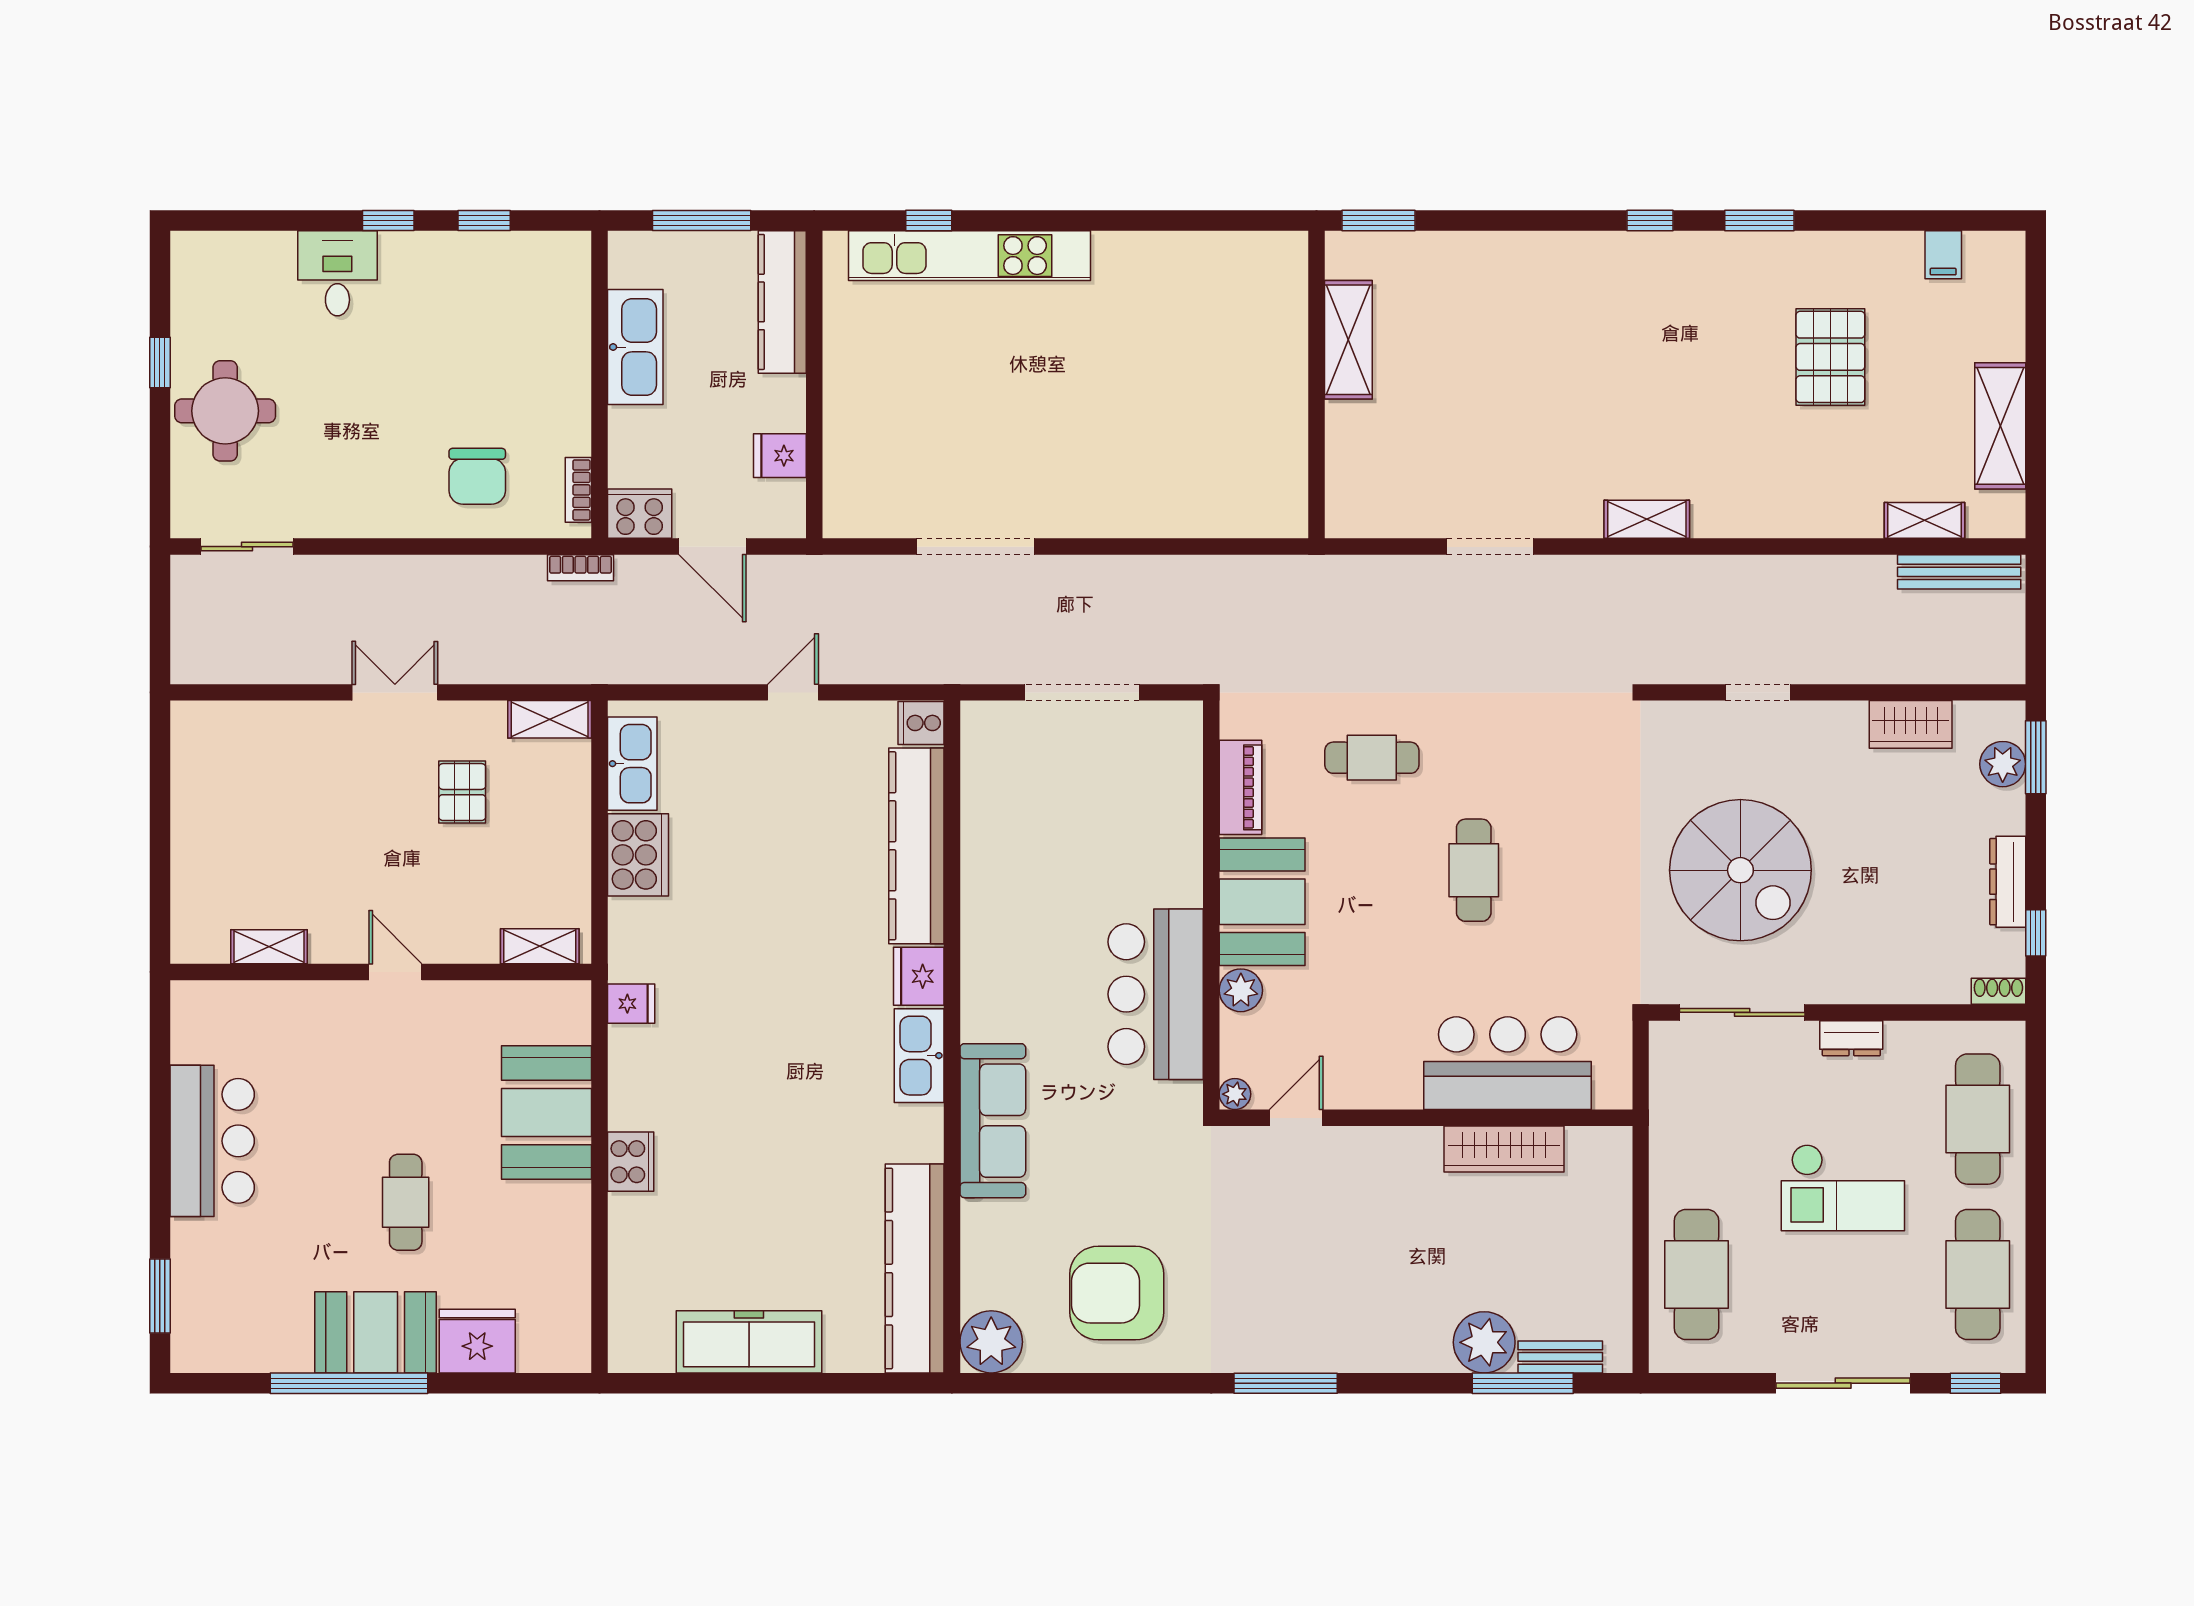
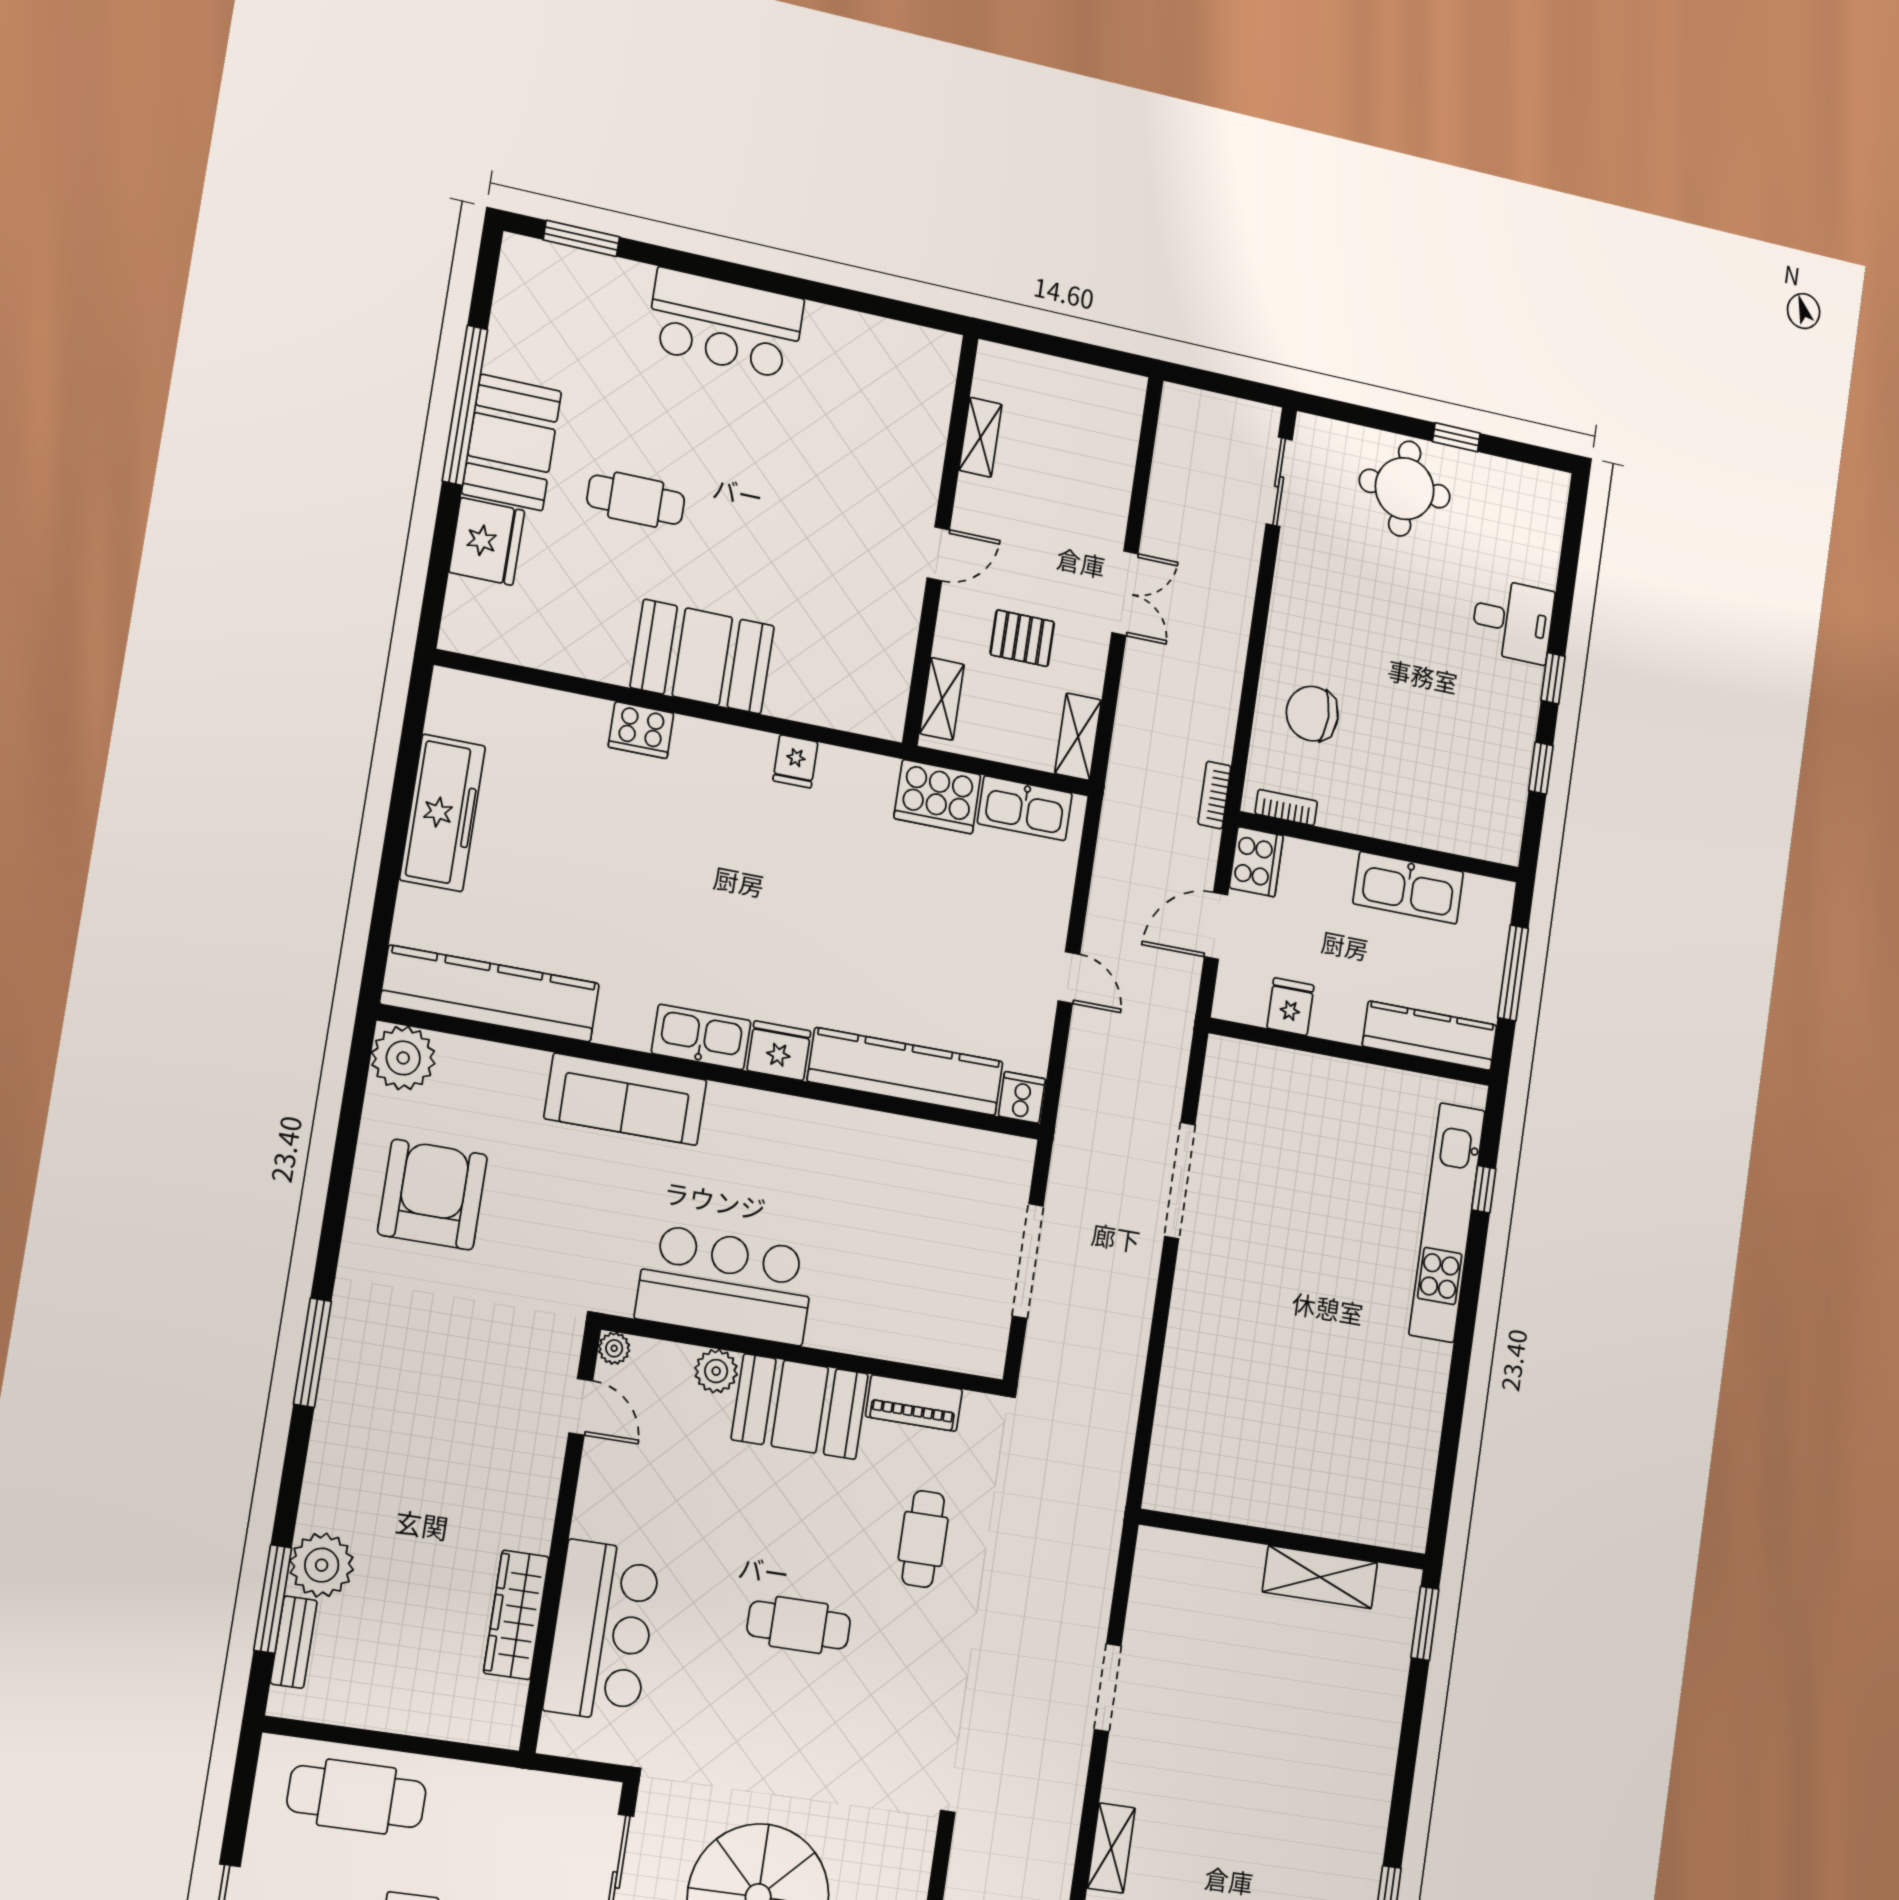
shelving: (540, 946) -> (942, 699), moved
shelving: (269, 947) -> (980, 437), moved
wall: (381, 972) -> (940, 540), moved
door: (395, 972) -> (938, 554), moved

